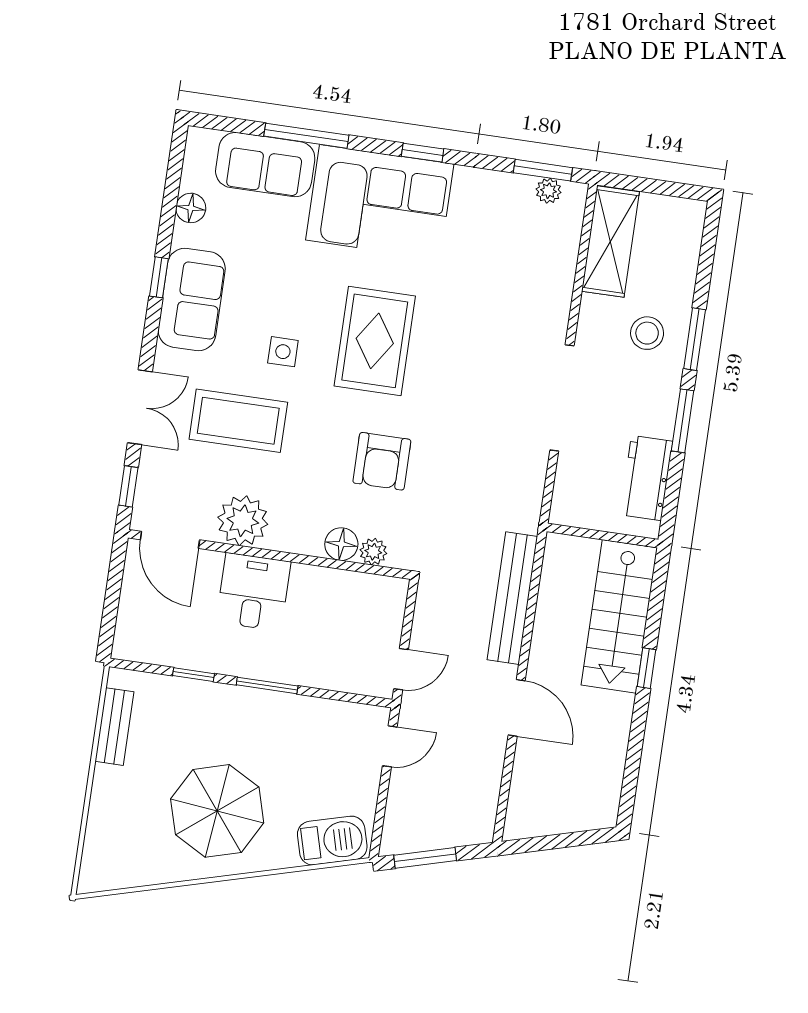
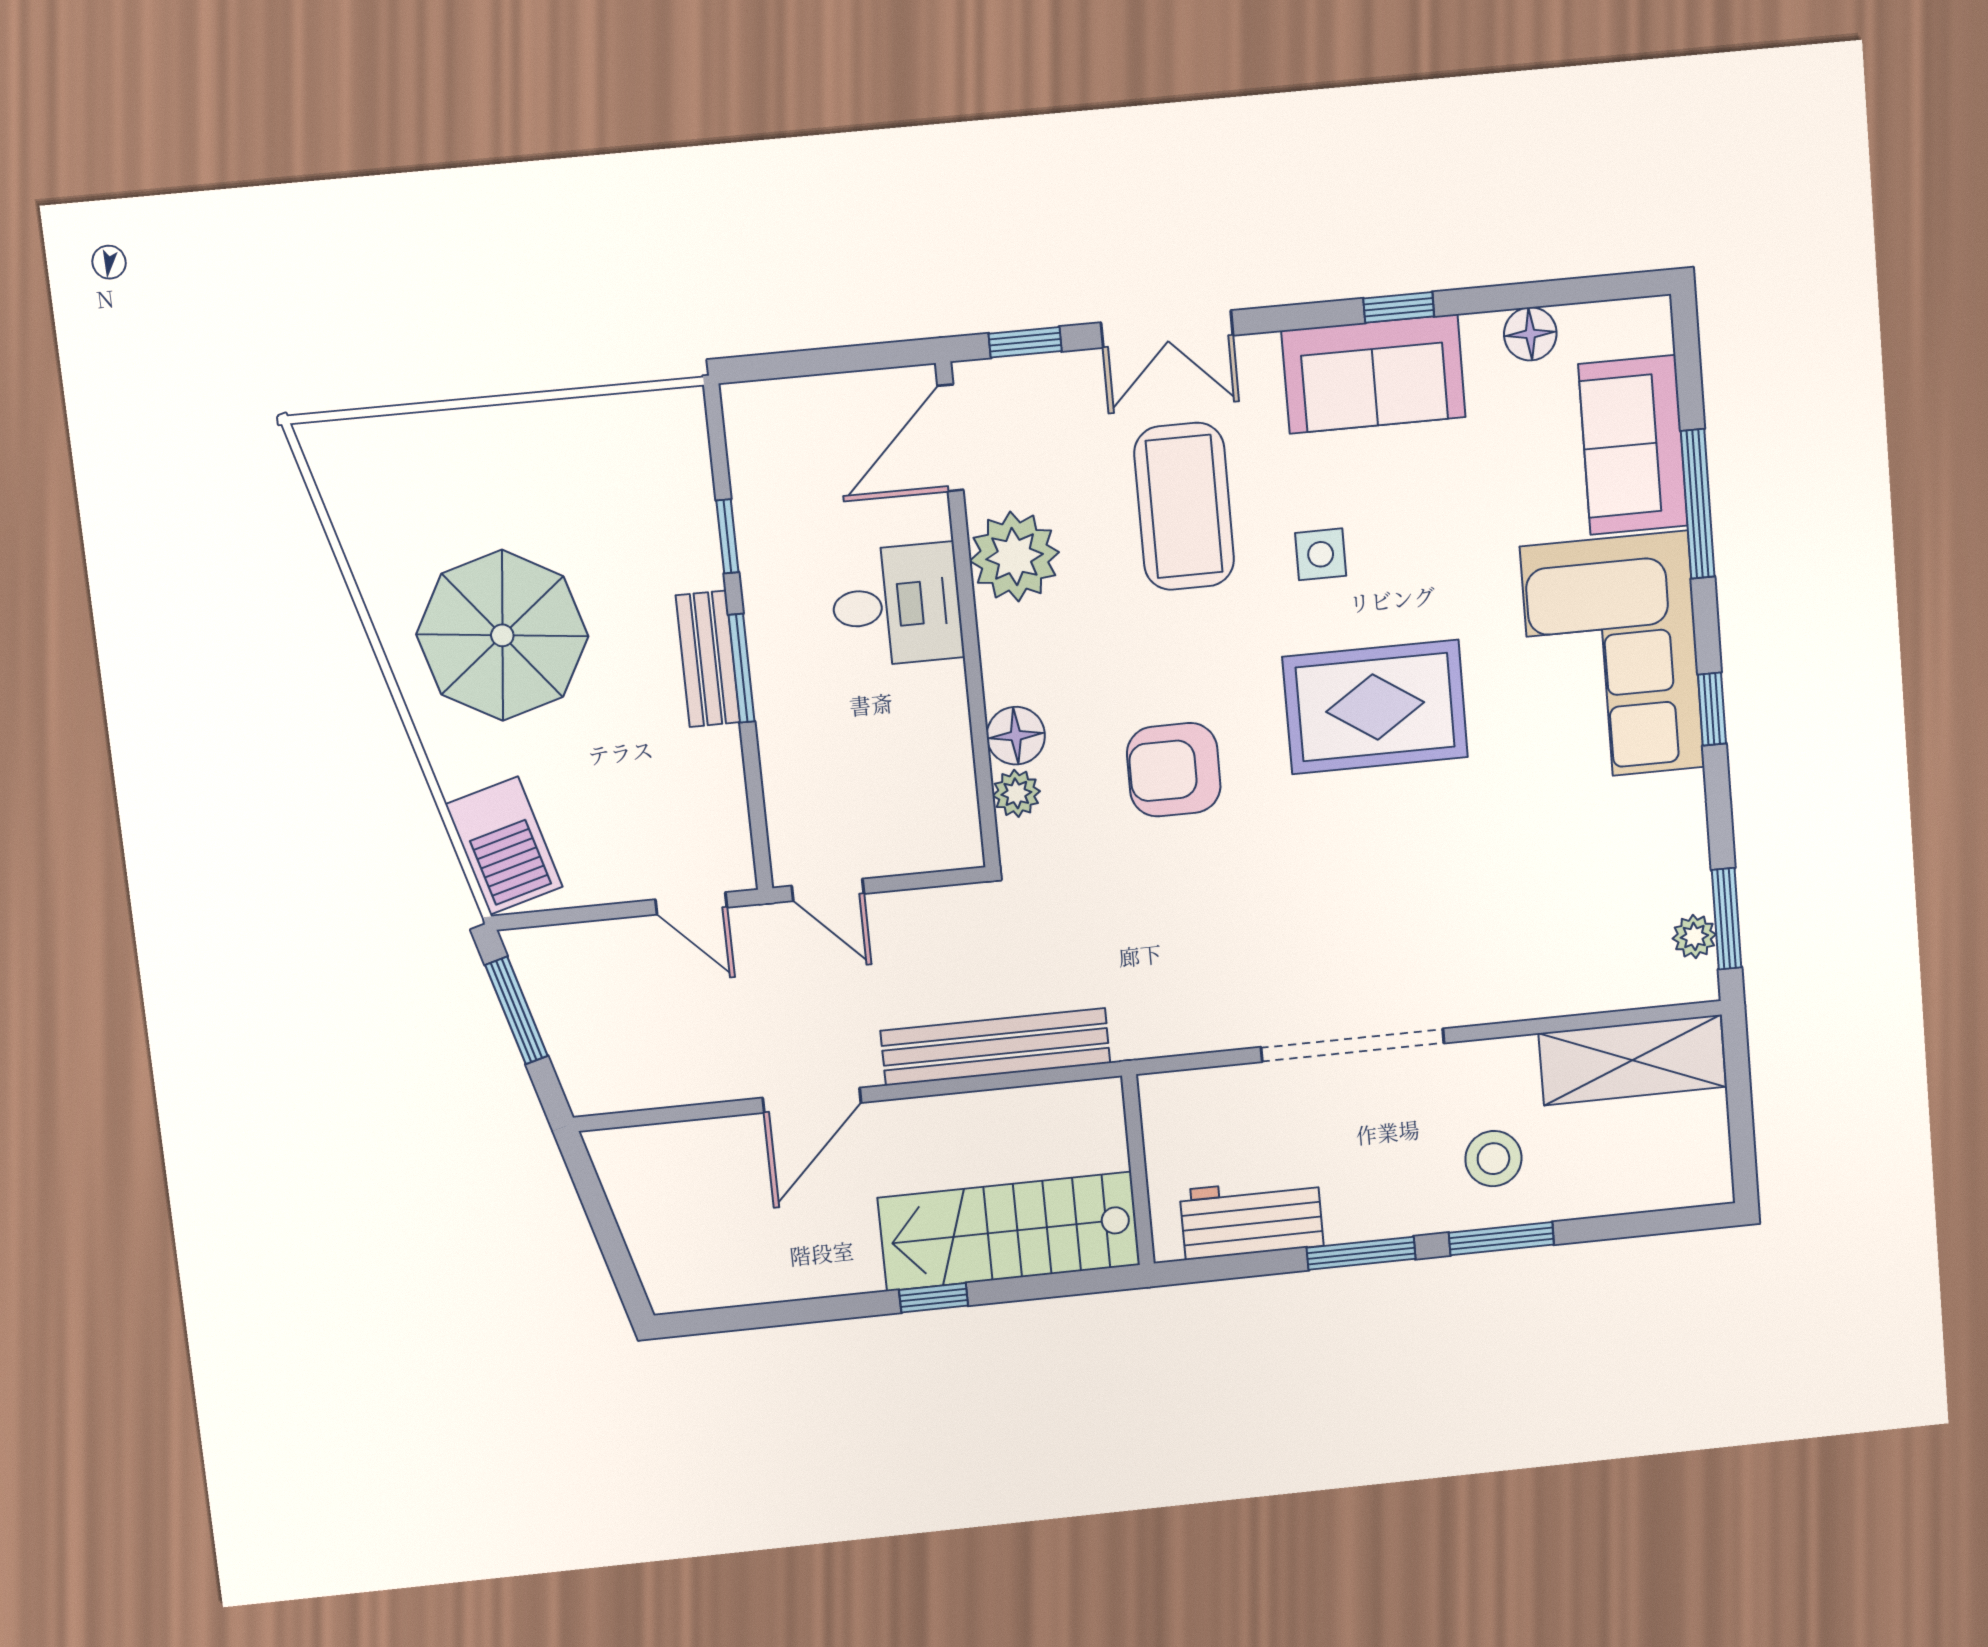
bench: (114, 727) -> (708, 659), moved, turned 90

